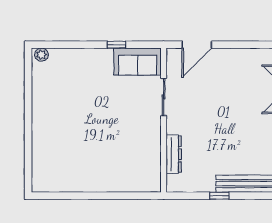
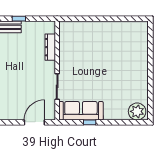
plant: (41, 55) -> (137, 111), width x1.87, depth x1.87
sofa: (138, 62) -> (81, 111), width x1.36

